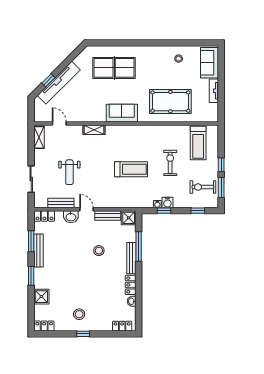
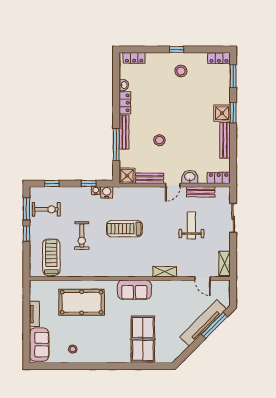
table tennis table: (114, 68) -> (143, 339), turned 90
window: (48, 80) -> (214, 325), width x2.17
water cooler: (167, 203) -> (107, 192), moved
door: (86, 209) -> (173, 185), hinge flipped
window: (31, 241) -> (233, 76), moved
shower: (41, 297) -> (222, 113), moved

